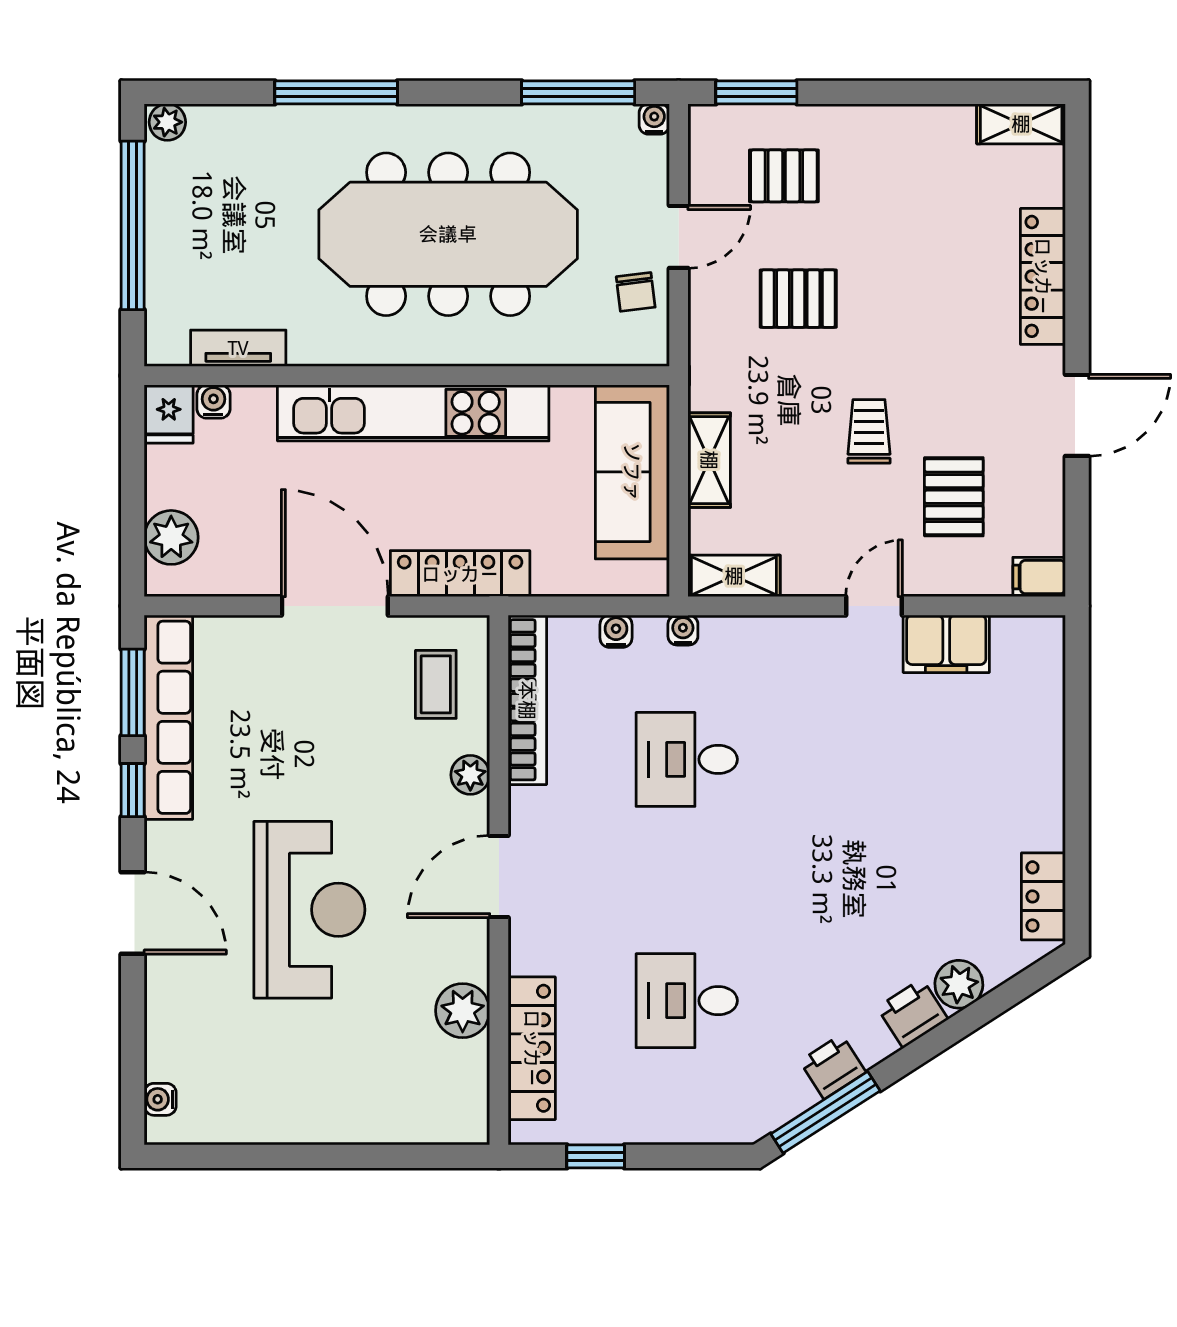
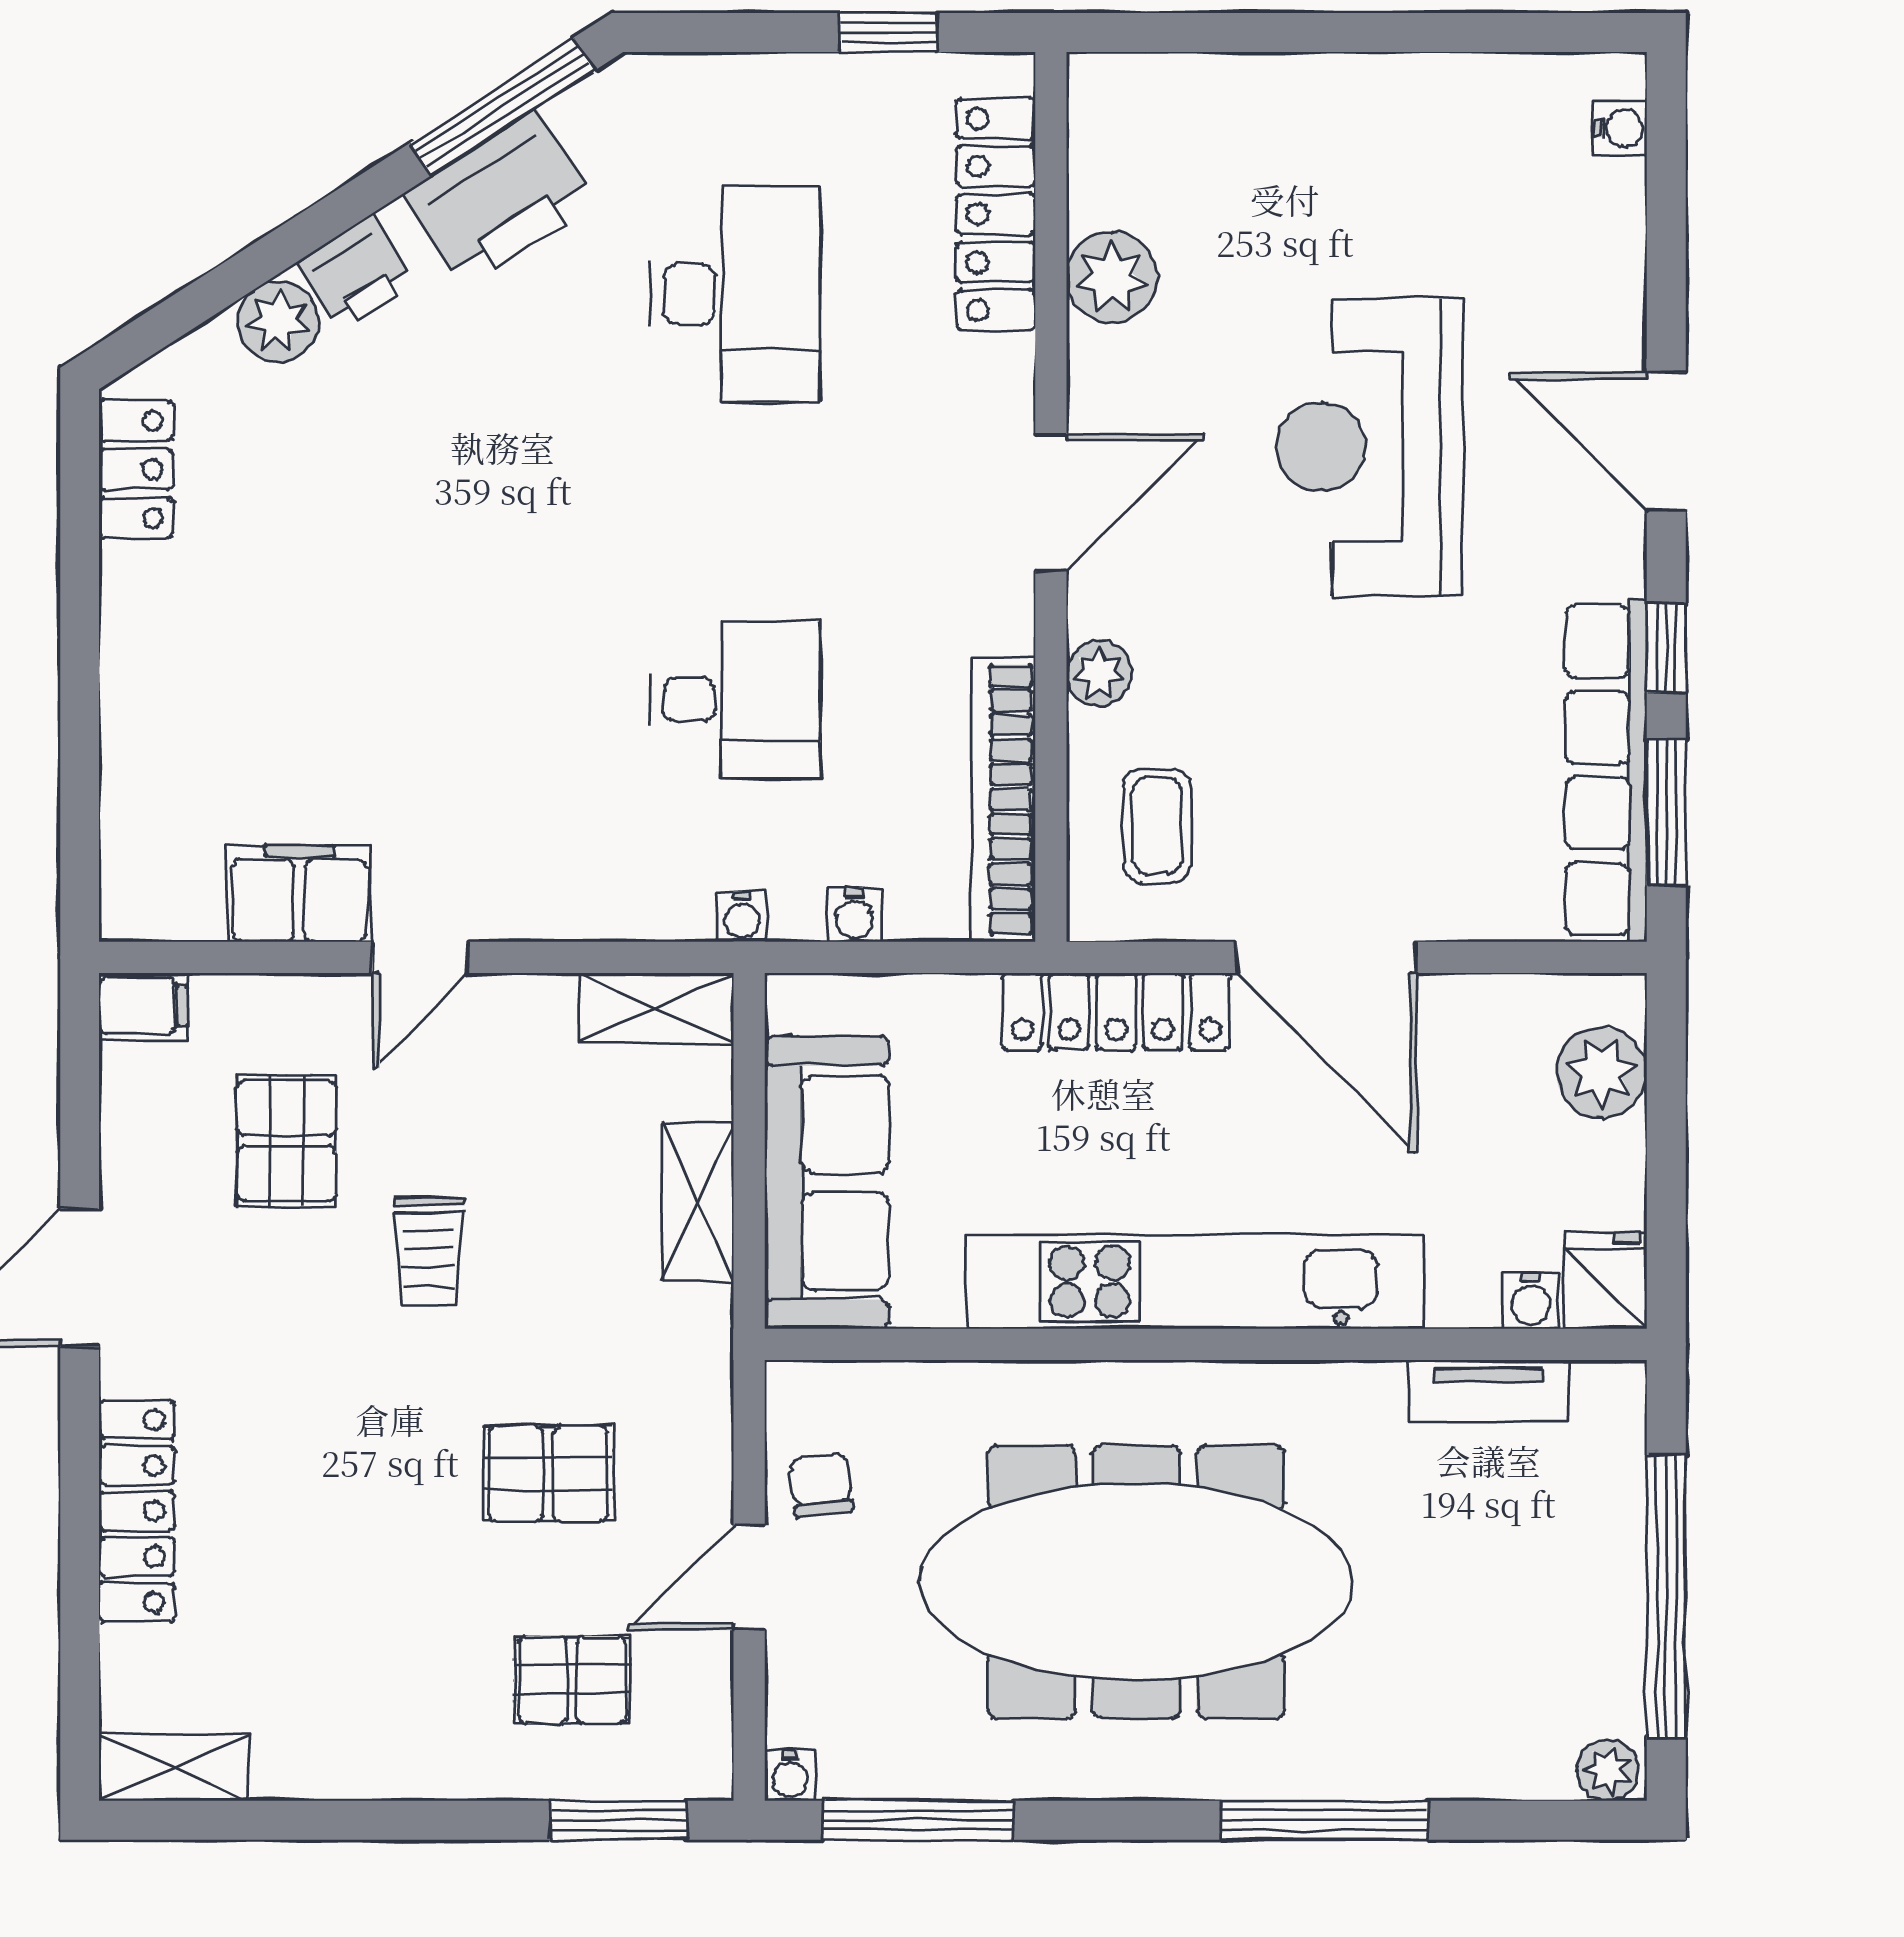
desk: (687, 1001) -> (735, 294), width x1.37
printer: (833, 1067) -> (500, 199), width x1.87, depth x1.48

